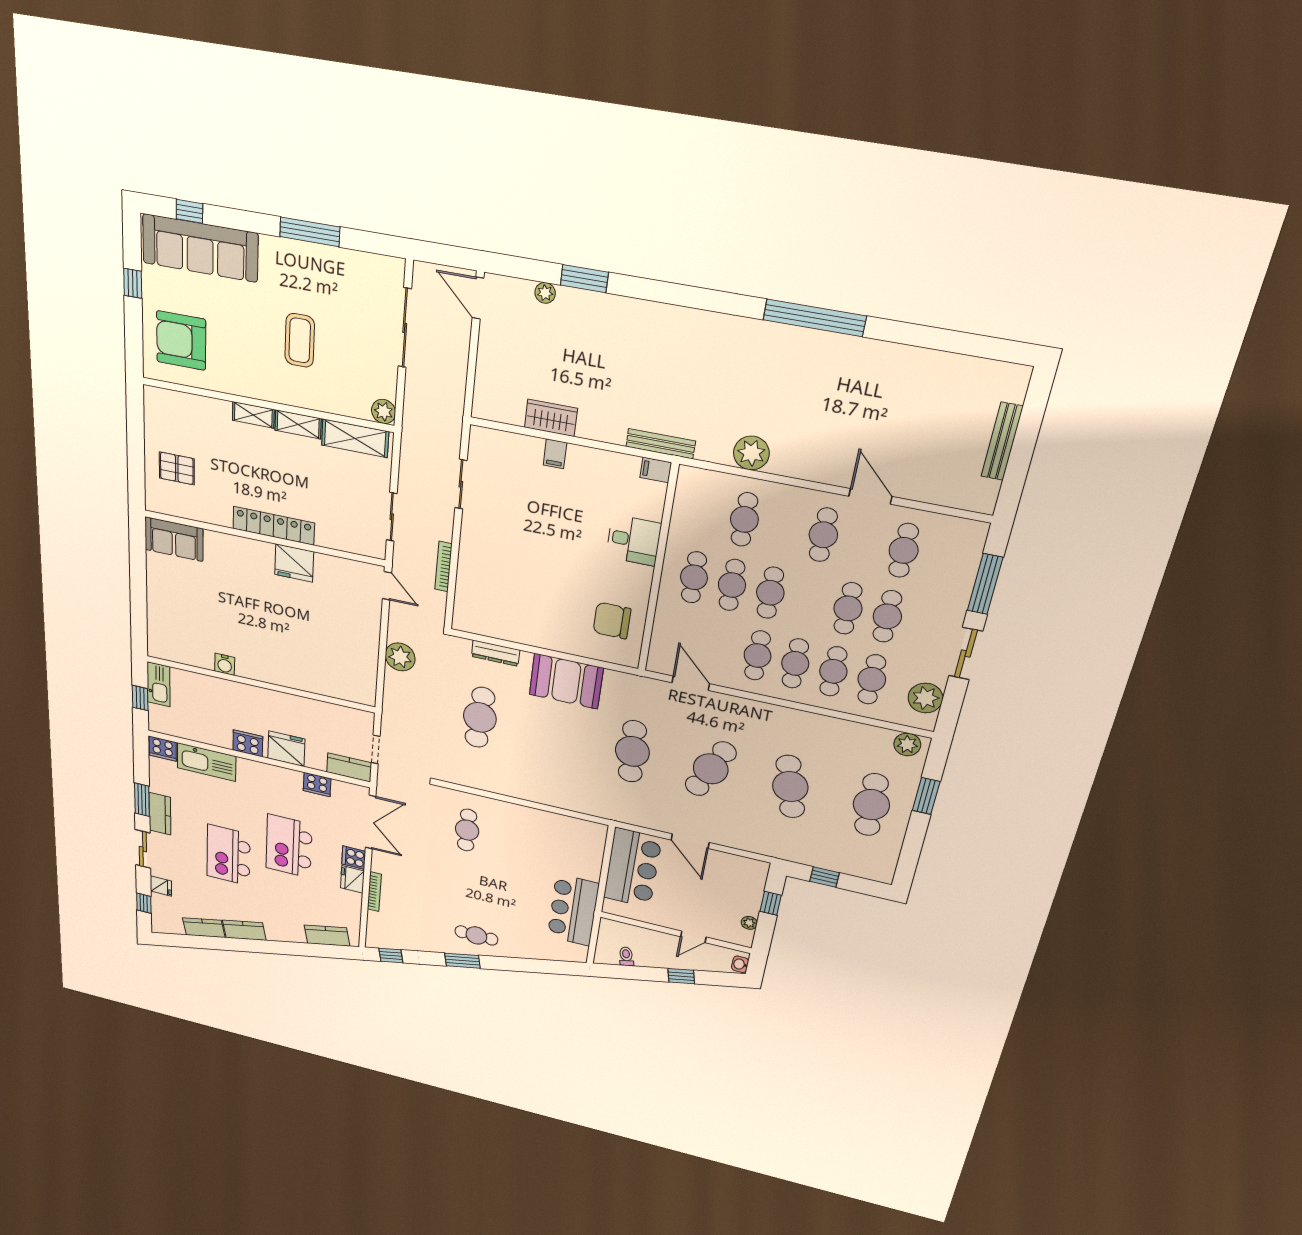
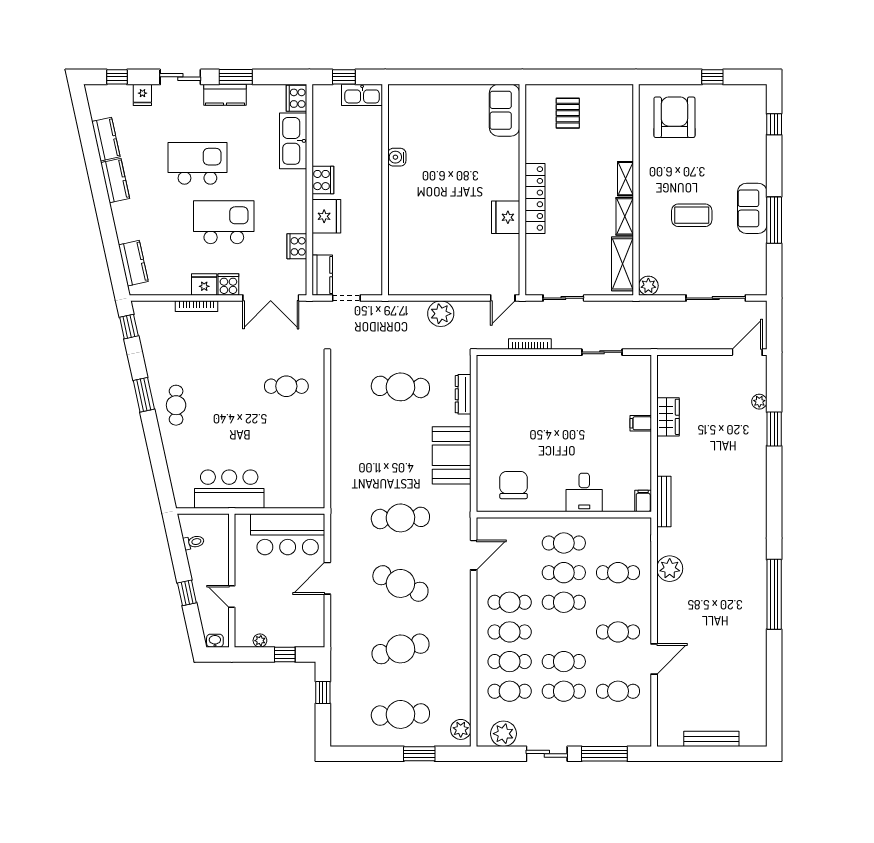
sofa: (200, 248) -> (752, 208), moved, width x0.54, depth x0.79

